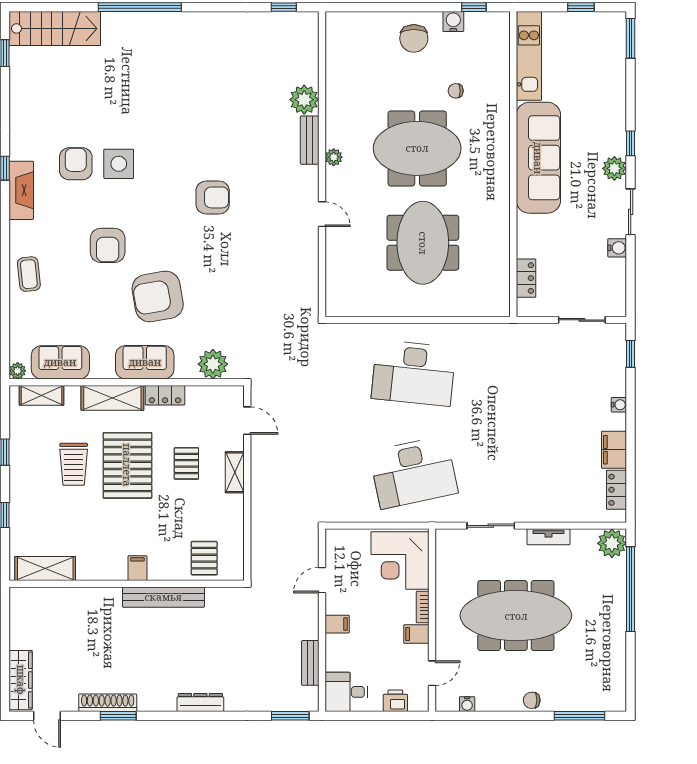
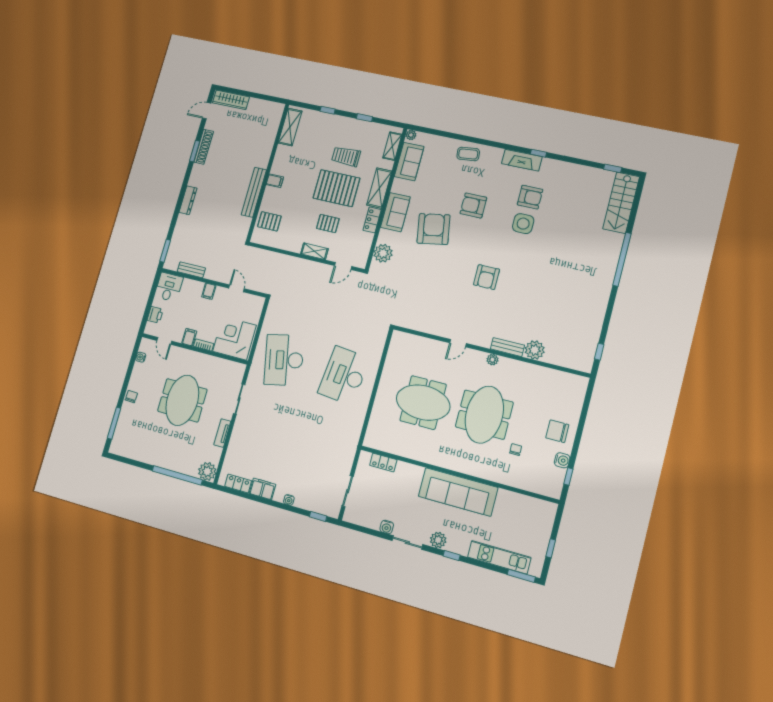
kitchen unit: (529, 56) -> (499, 557), moved, turned 180
meeting table: (516, 616) -> (182, 400), width x0.73

